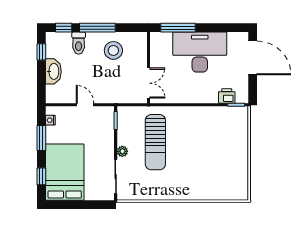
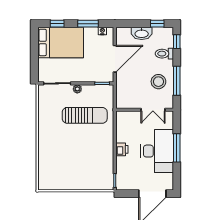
window: (97, 28) -> (177, 81), moved
window: (178, 28) -> (177, 148), moved
double door: (148, 83) -> (153, 110), moved
printer: (227, 96) -> (122, 149), moved
door: (85, 105) -> (115, 59), width x1.88
sun lounger: (155, 142) -> (85, 115), turned 180

